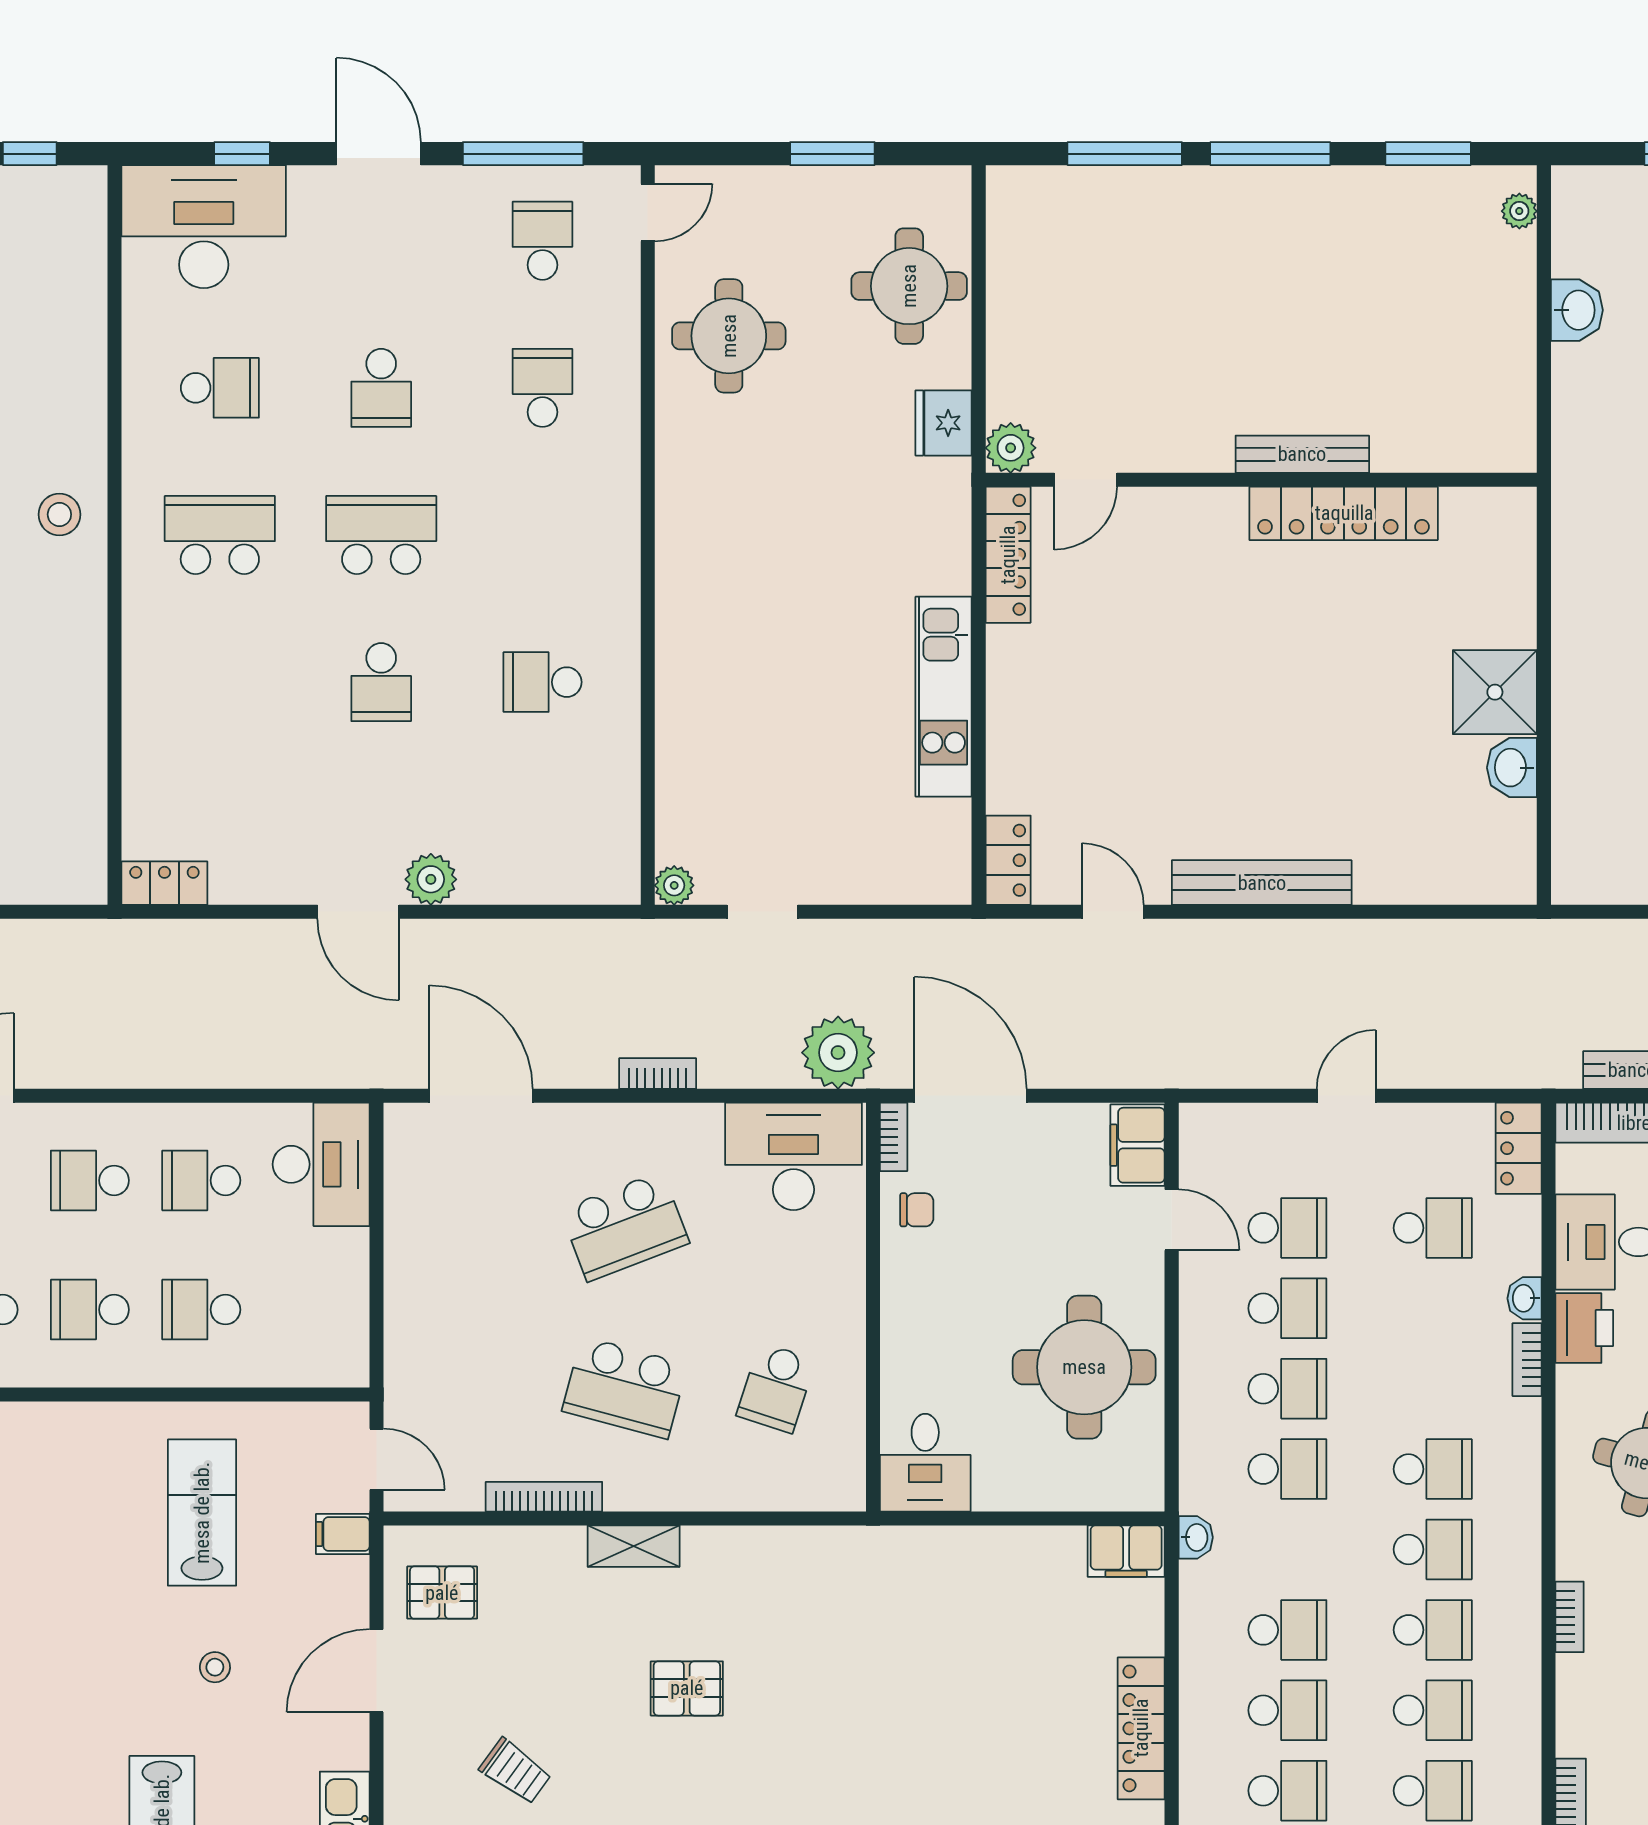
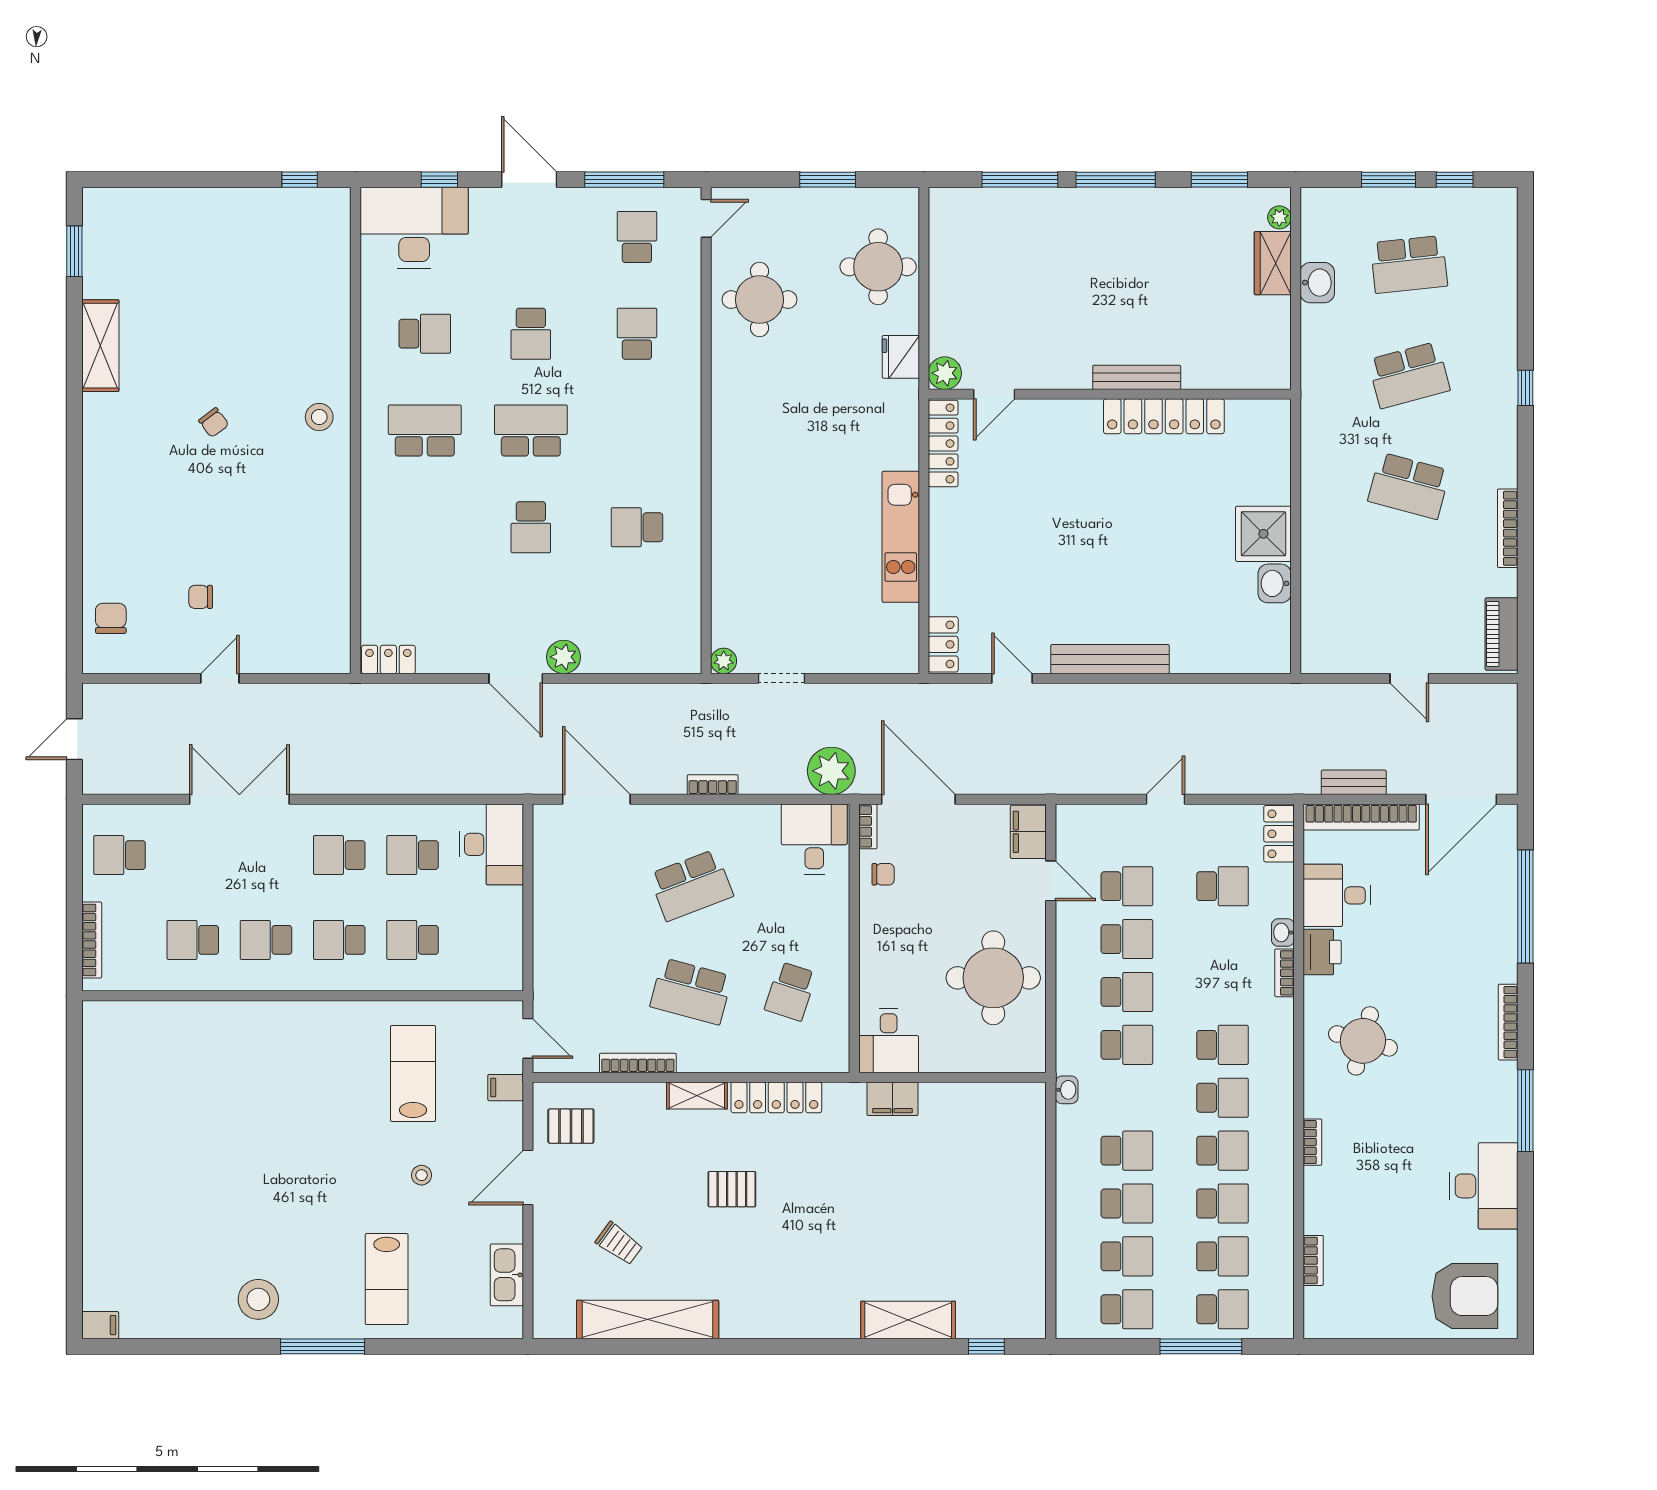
wardrobe: (1509, 281) -> (1273, 263), added
desk: (793, 1156) -> (814, 839), width x0.73
filing cabinet: (1126, 1551) -> (892, 1099), moved
locker: (1141, 1728) -> (776, 1097), moved, turned -90

